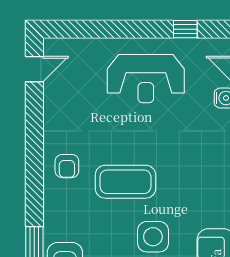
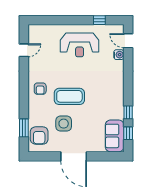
door: (34, 69) -> (24, 50), moved
side table: (153, 237) -> (64, 124), moved

